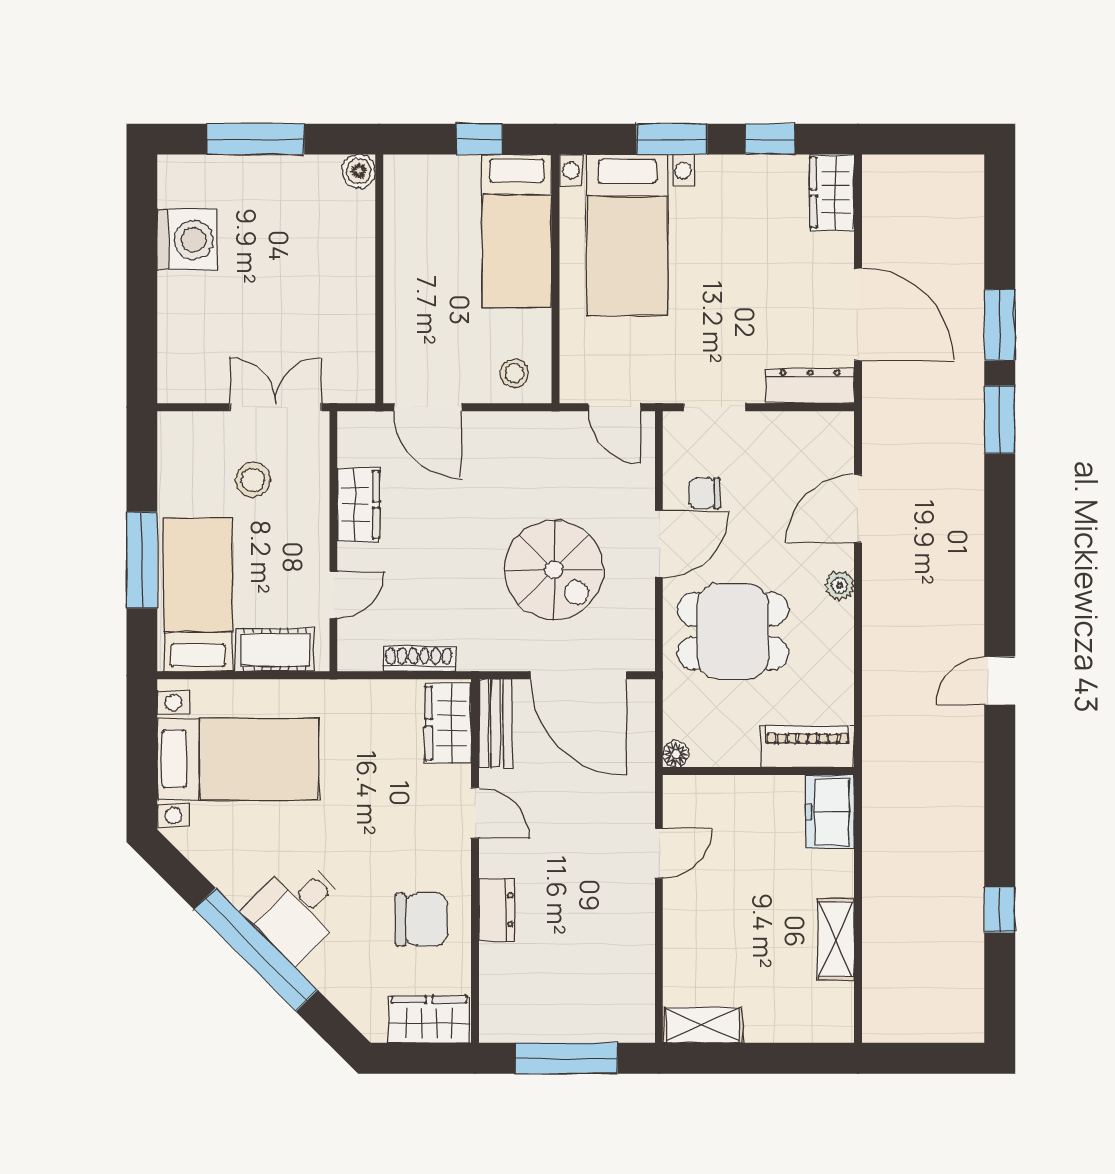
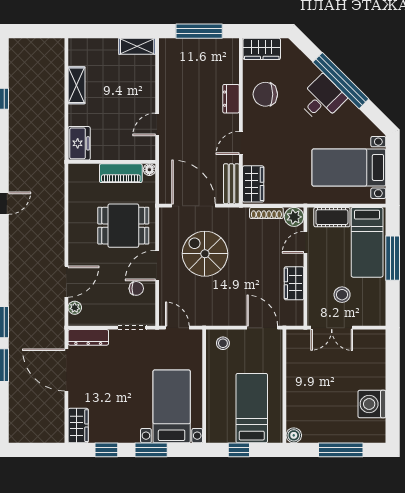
bed: (517, 231) -> (252, 408), moved
plant: (840, 585) -> (75, 308), moved
plant: (358, 650) -> (294, 217), added
piano: (808, 746) -> (121, 173), moved
door: (475, 813) -> (241, 143), hinge flipped

